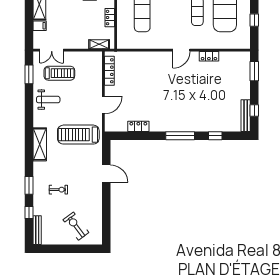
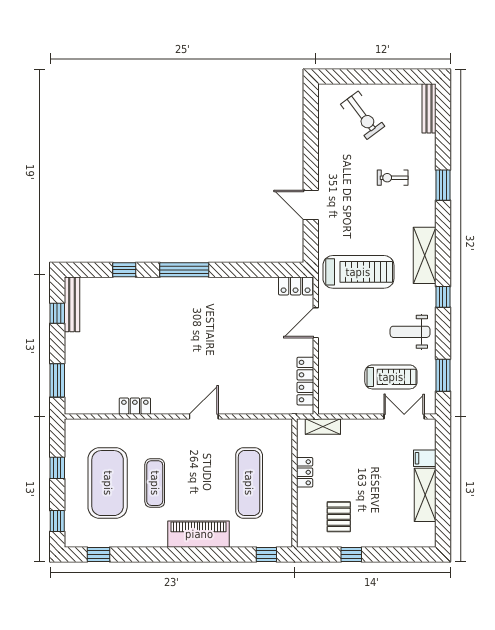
door: (181, 50) -> (204, 417), moved
treadmill: (59, 73) -> (391, 377), turned 180
locker: (138, 126) -> (296, 286), moved
window: (29, 213) -> (443, 297), moved

